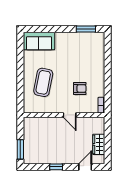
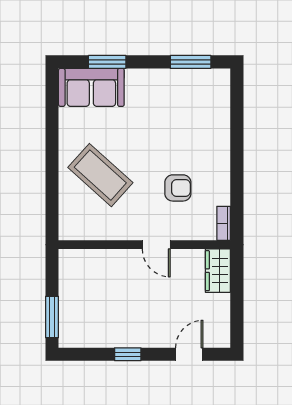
window: (46, 29) -> (107, 62), added
coffee table: (43, 82) -> (100, 175), turned -59
wardrobe: (99, 144) -> (218, 271), moved

